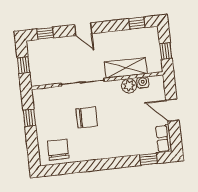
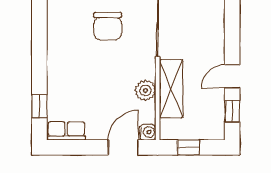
door: (83, 29) -> (232, 76), moved
water cooler: (143, 83) -> (148, 132), moved
door: (172, 110) -> (123, 147), moved

